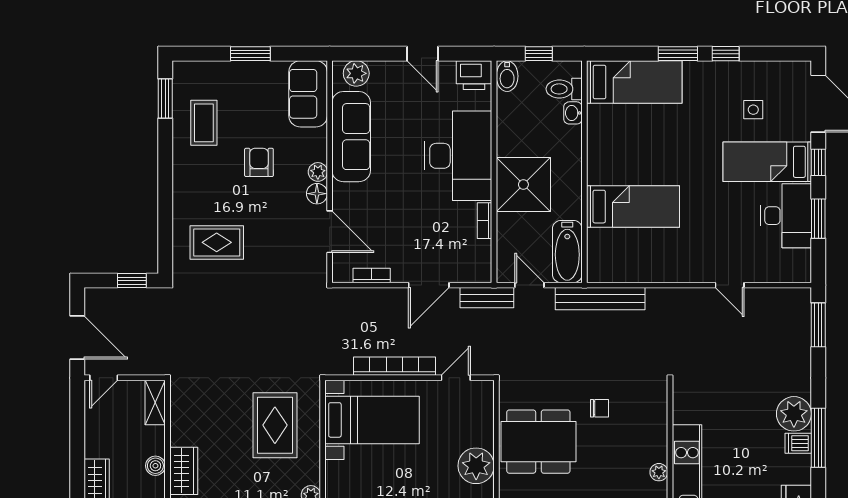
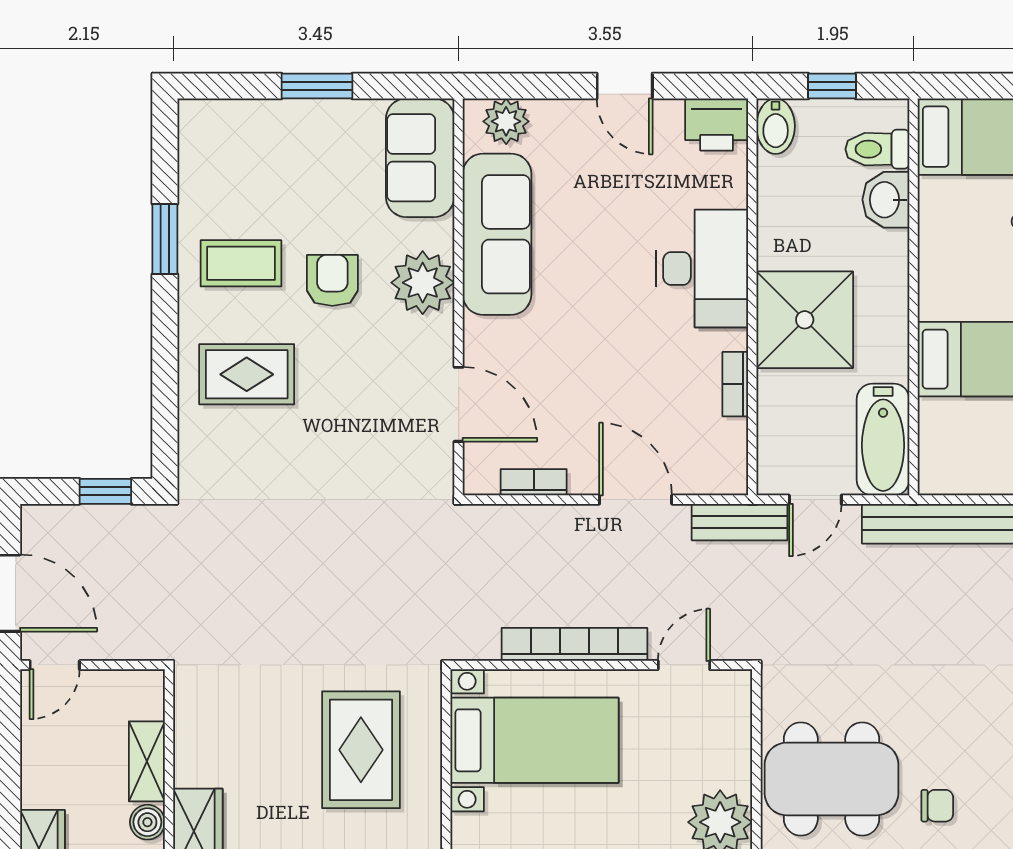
window: (165, 99) -> (165, 239), moved
washbasin: (573, 113) -> (886, 200), width x1.38, depth x1.45
coffee table: (204, 123) -> (241, 263), moved, turned 90
desk: (458, 156) -> (702, 268), width x0.73, depth x0.77
plant: (318, 172) -> (423, 283), width x1.88, depth x1.88
floor lamp: (317, 194) -> (436, 336), removed
rug: (217, 242) -> (247, 374), moved
door: (429, 285) -> (636, 500), swing flipped
door: (529, 285) -> (815, 500), swing flipped
shelving: (155, 403) -> (147, 761), moved
chair: (599, 408) -> (937, 806), moved

